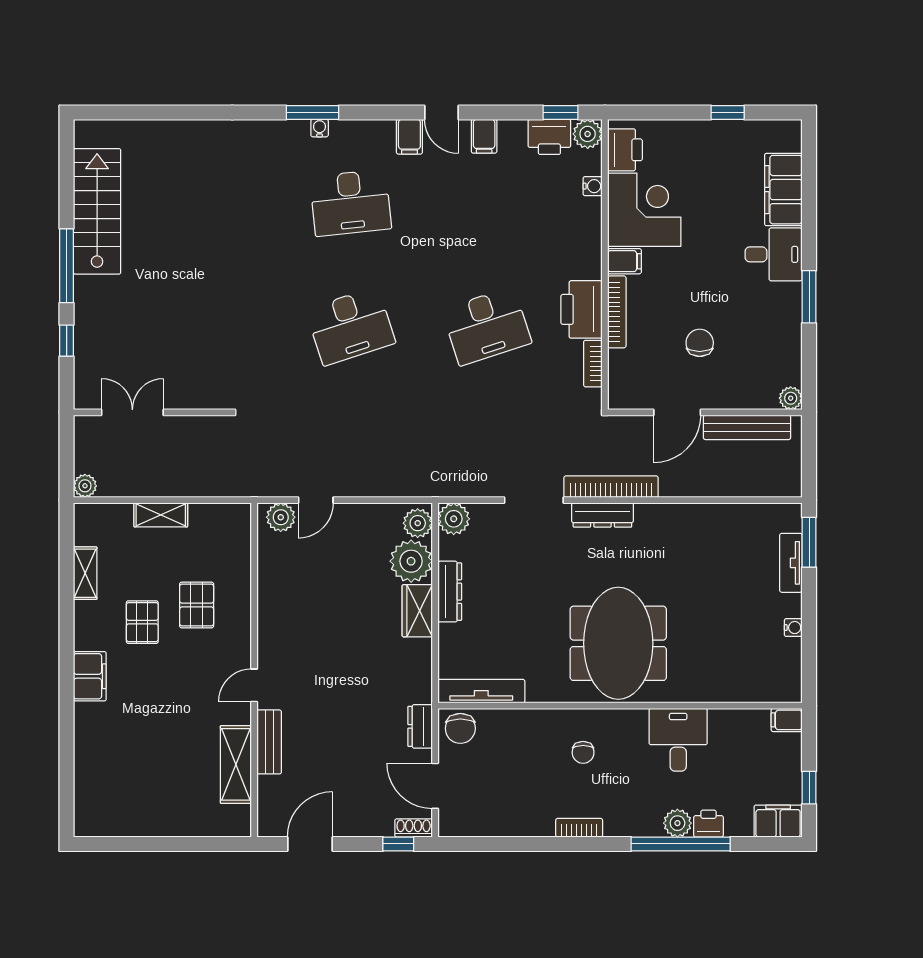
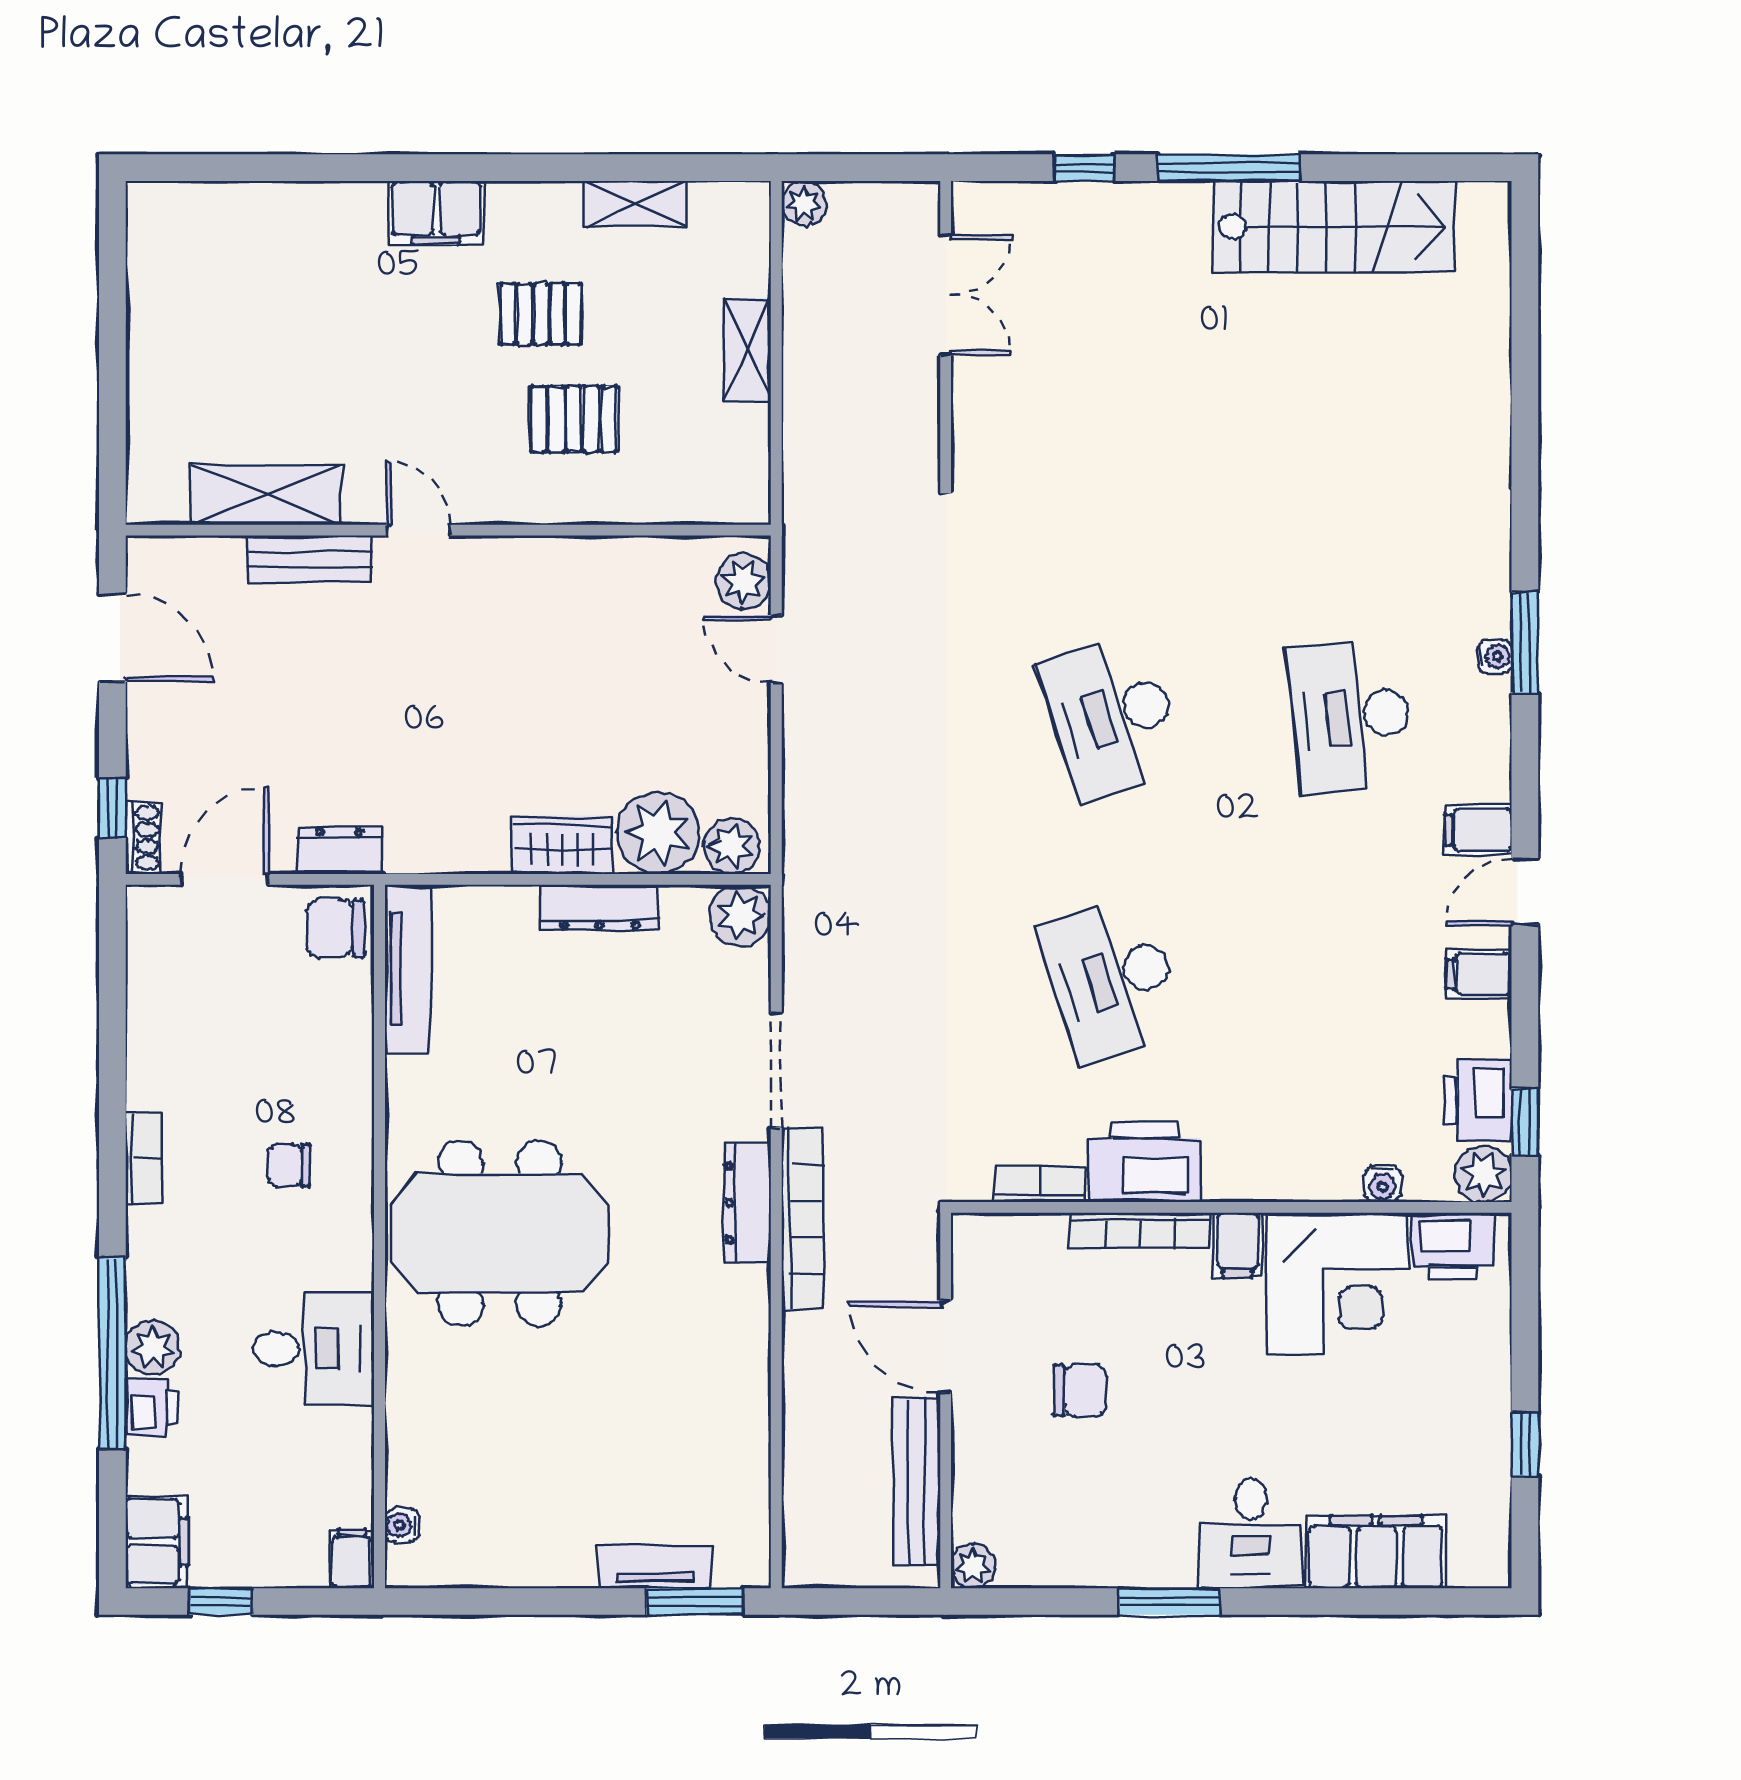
water cooler: (793, 628) -> (402, 1525), moved, turned 90

